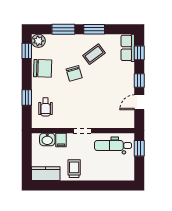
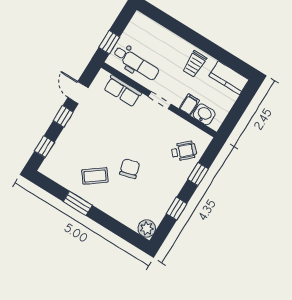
window: (63, 29) -> (111, 224), removed
row of seats: (128, 48) -> (123, 91), moved, turned 90
window: (27, 51) -> (177, 209), moved
chair: (43, 68) -> (161, 195), removed
door: (139, 102) -> (78, 93), swing flipped
wheelchair: (46, 107) -> (184, 151), turned 47

